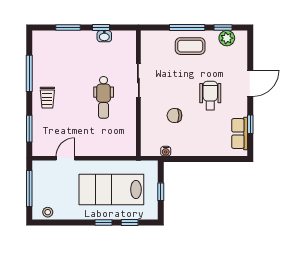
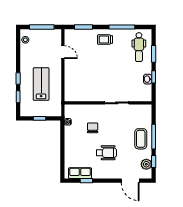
door: (250, 83) -> (130, 181), moved
dental chair: (104, 97) -> (139, 47), moved, turned -90
lab bench: (111, 190) -> (41, 84), width x0.73, depth x0.72

